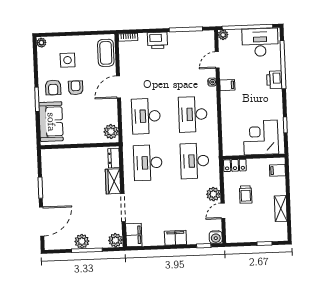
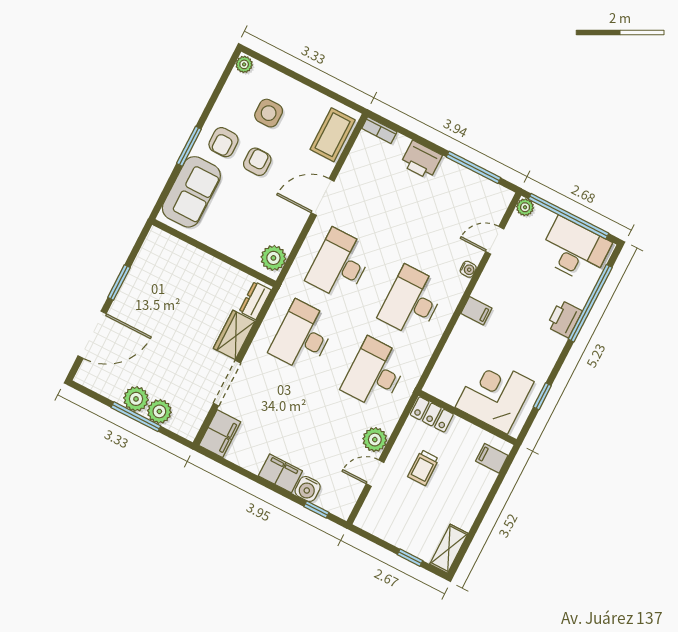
filing cabinet: (227, 85) -> (476, 311), moved
shelving: (281, 209) -> (449, 549), moved
water cooler: (216, 237) -> (308, 489), moved
plant: (115, 240) -> (159, 411), moved

